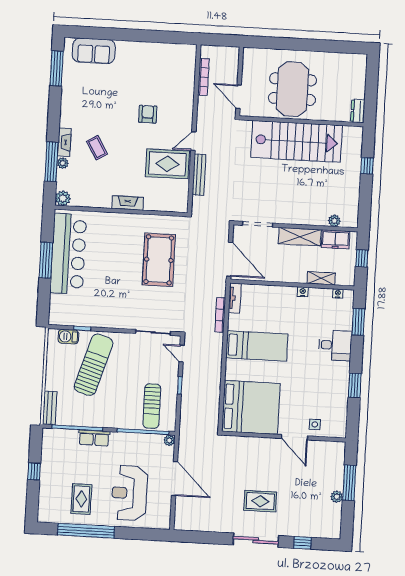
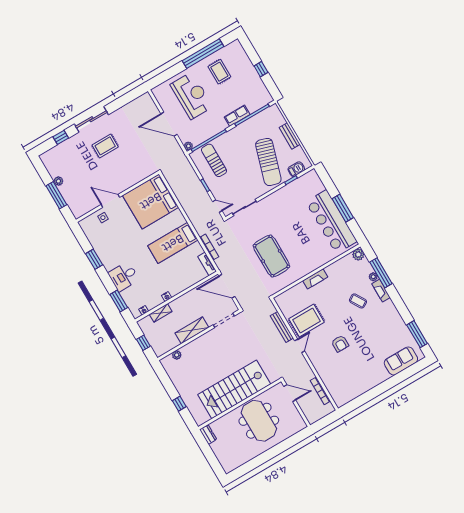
freezer: (336, 239) -> (168, 344), removed
bench: (50, 408) -> (290, 136), moved

